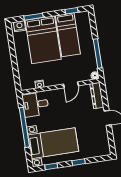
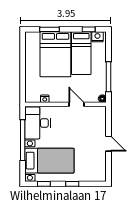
nightstand: (20, 26) -> (97, 37), moved
door: (71, 85) -> (77, 104), swing flipped
dresser: (97, 96) -> (101, 119), removed
desk: (35, 104) -> (38, 123), width x1.37

